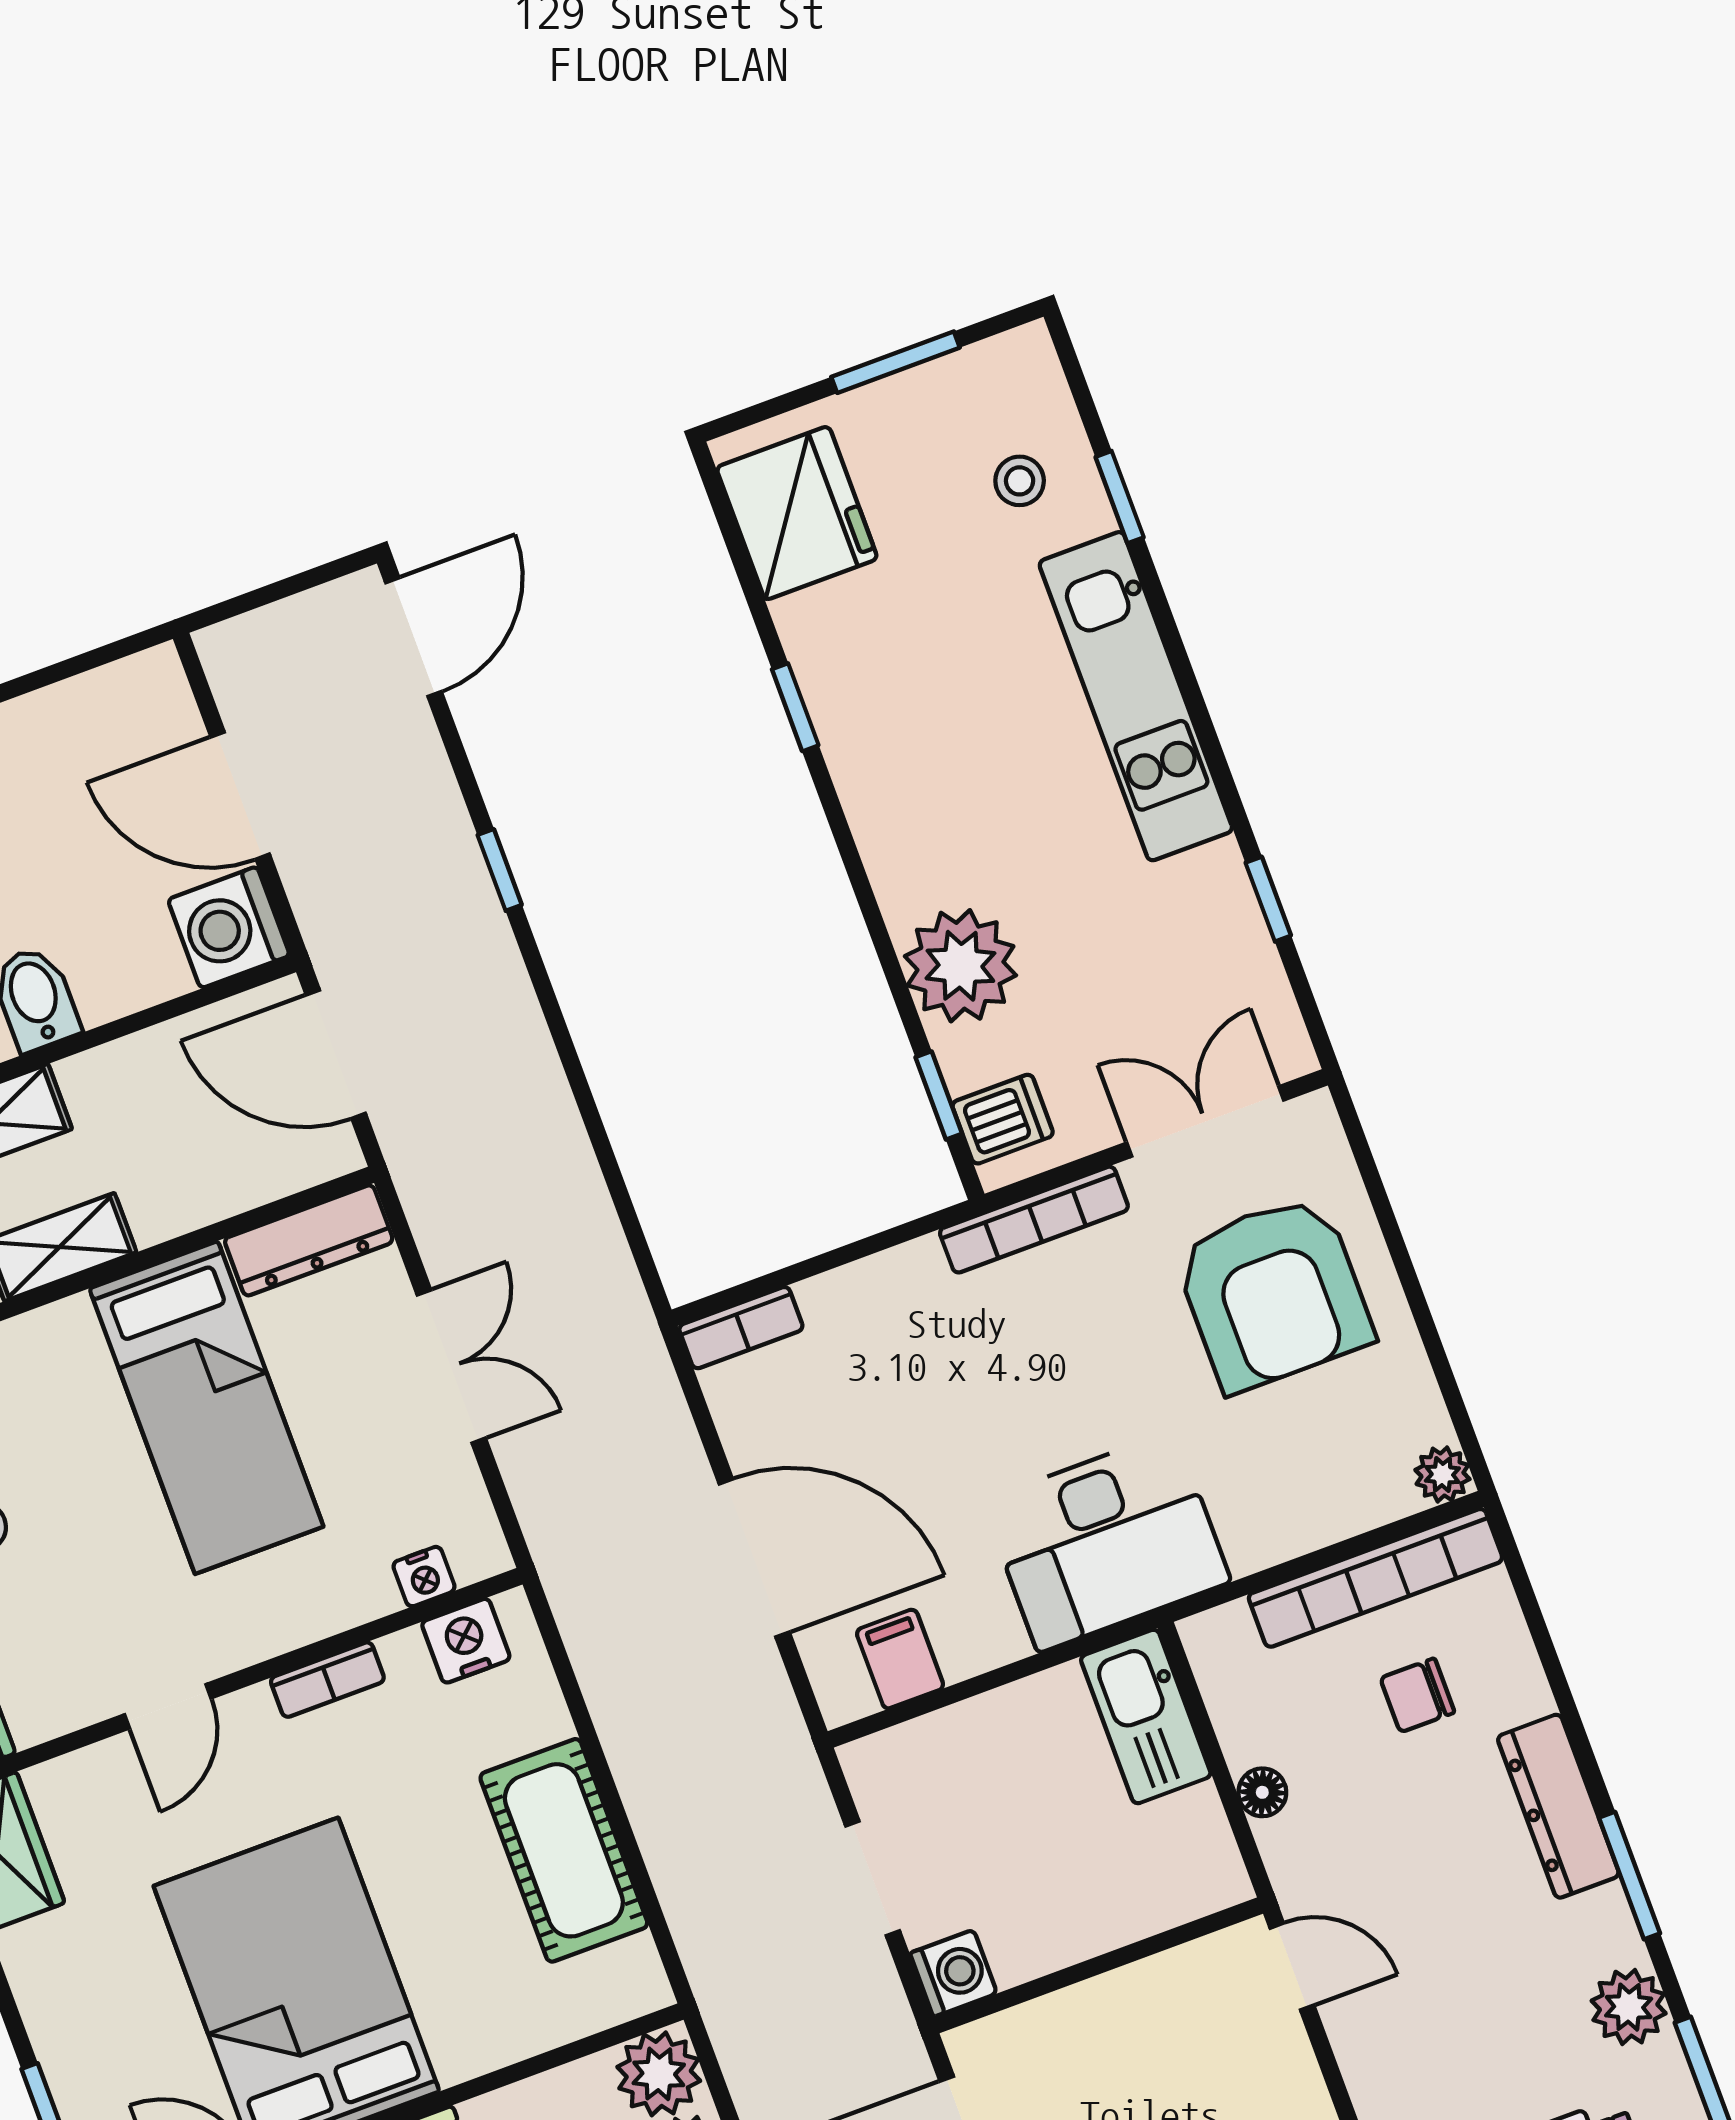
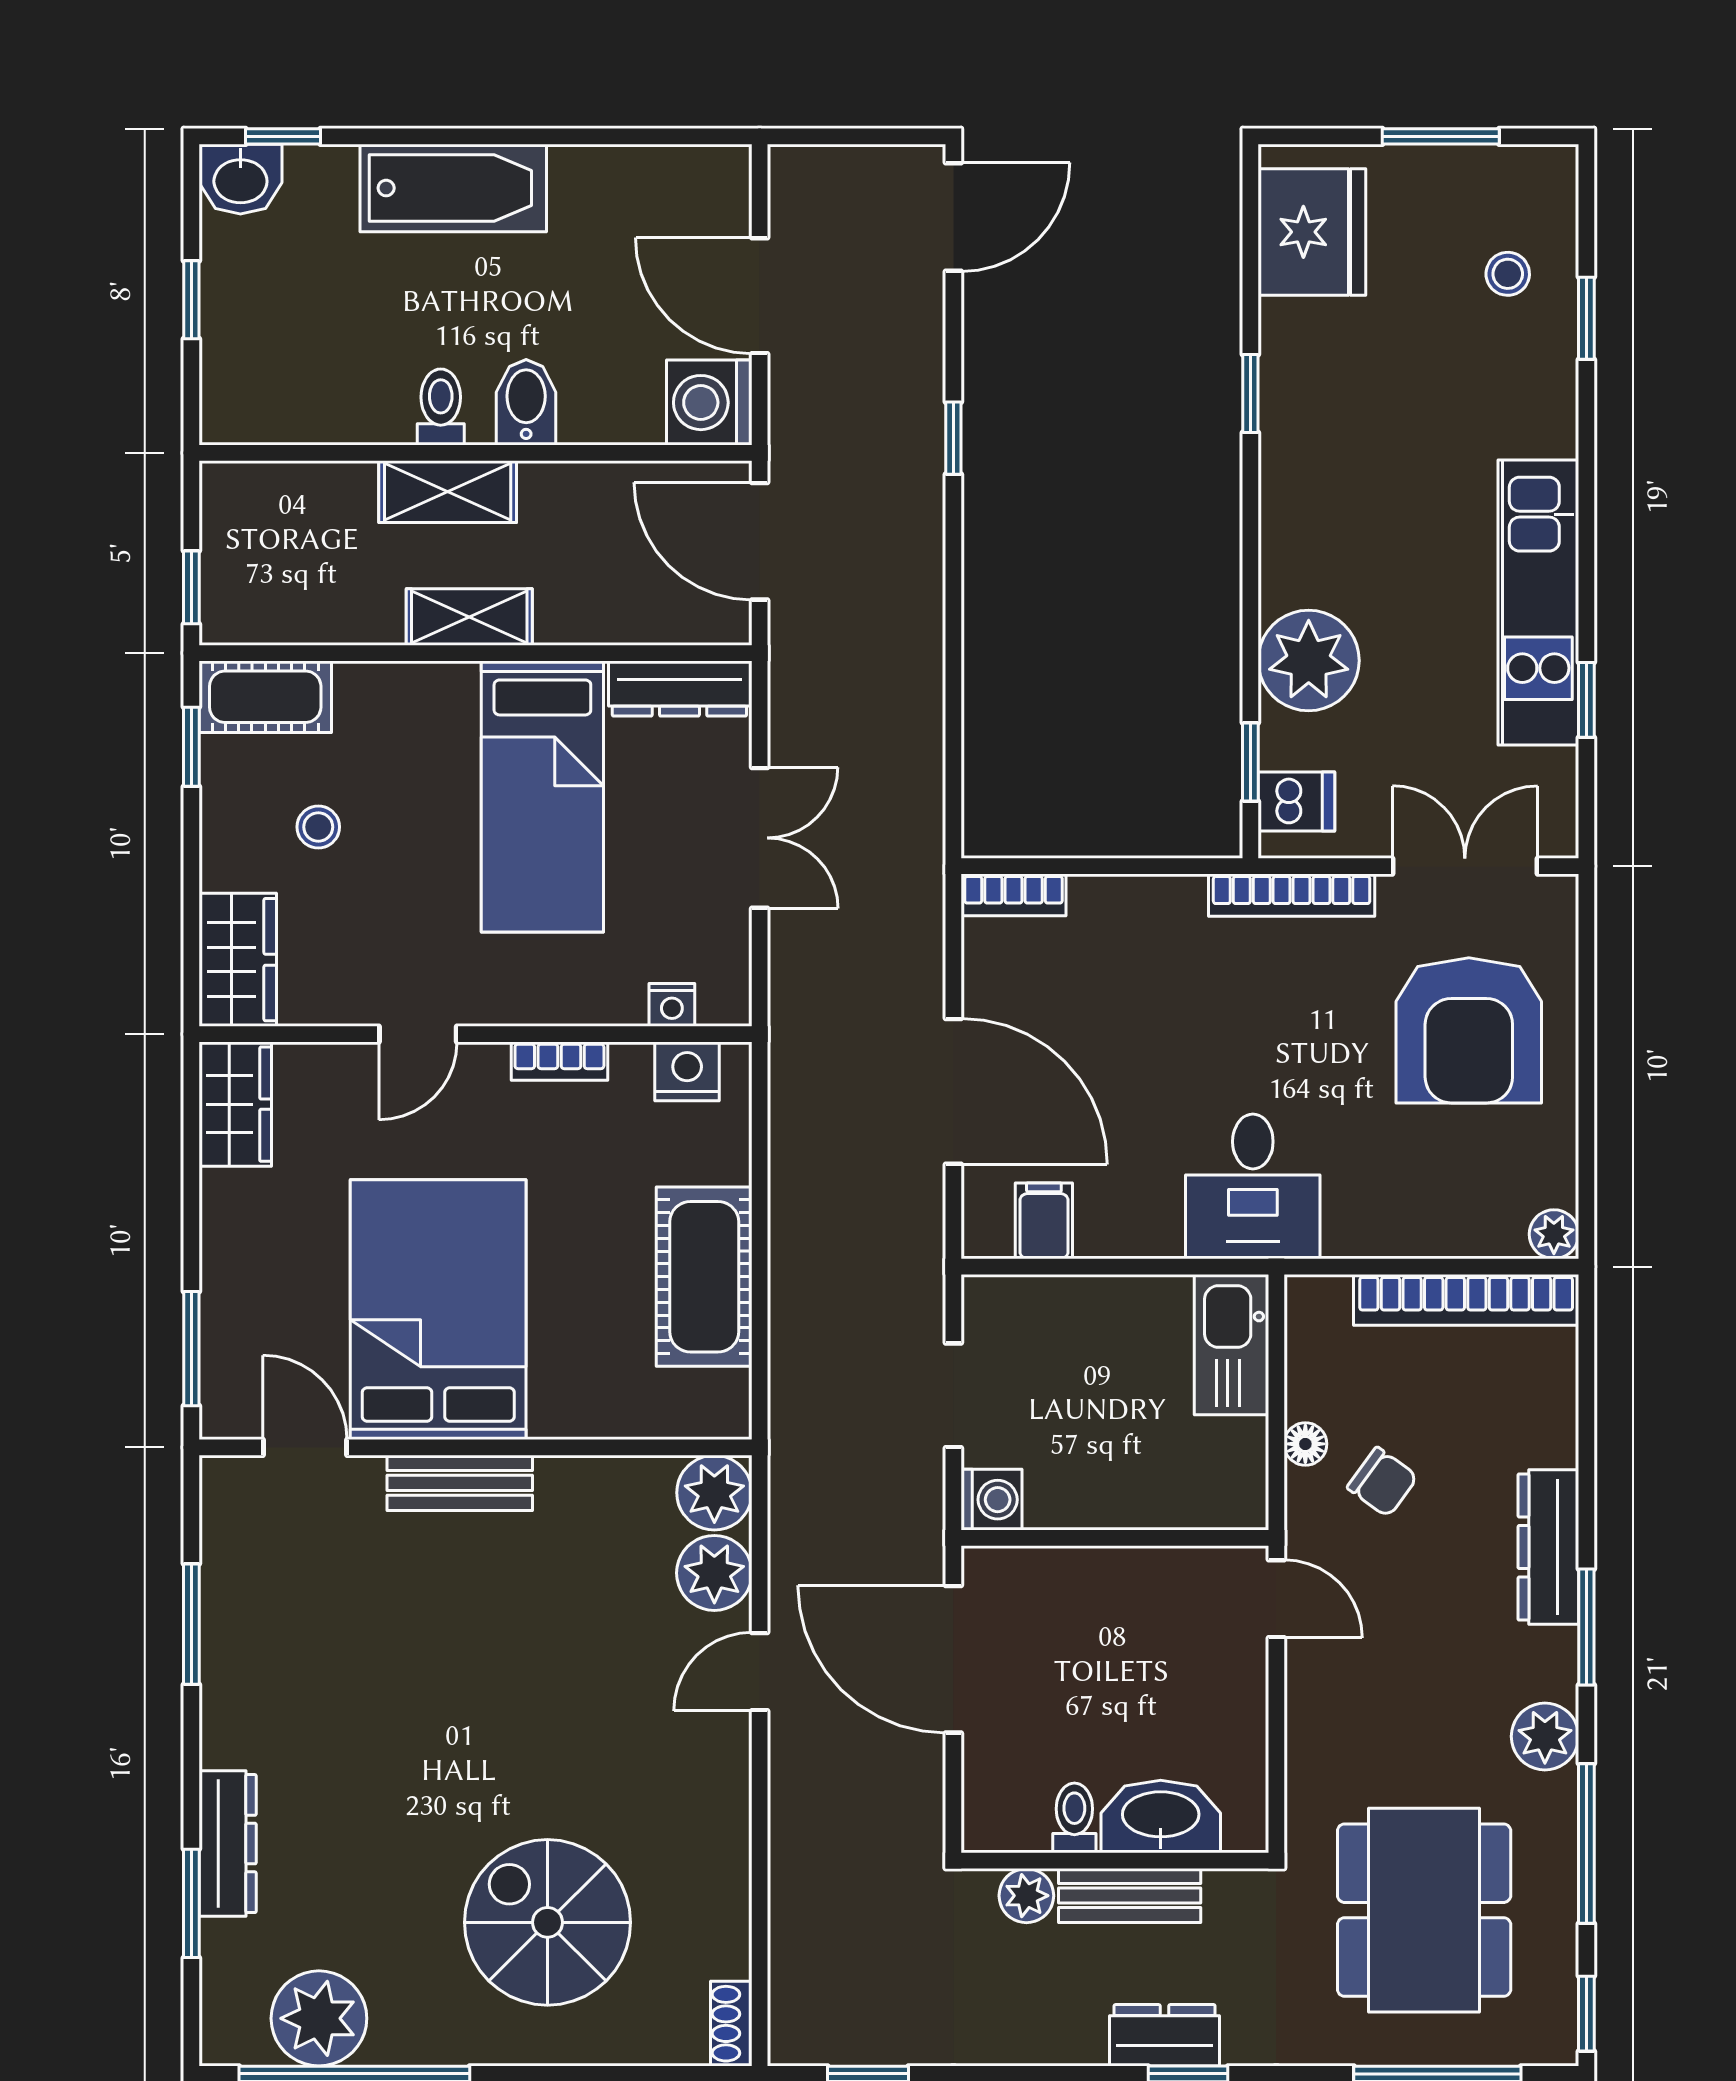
kitchen unit: (1136, 696) -> (1538, 603), moved
desk: (1107, 1541) -> (1253, 1186), width x0.73
chair: (1417, 1695) -> (1382, 1482), moved, turned -144

